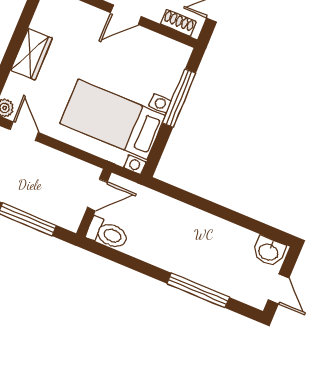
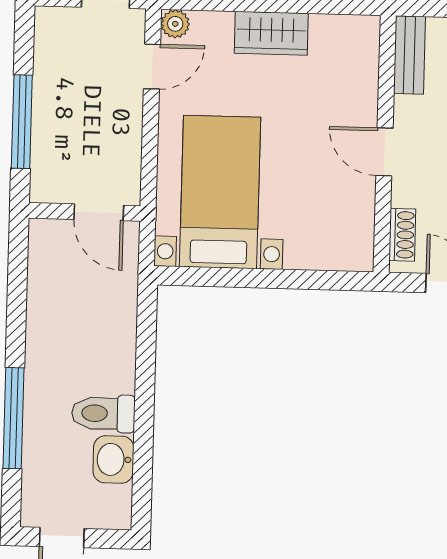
window: (179, 98) -> (290, 279), removed
toilet: (107, 233) -> (103, 413), moved, turned 90
washbasin: (269, 251) -> (113, 460), moved

